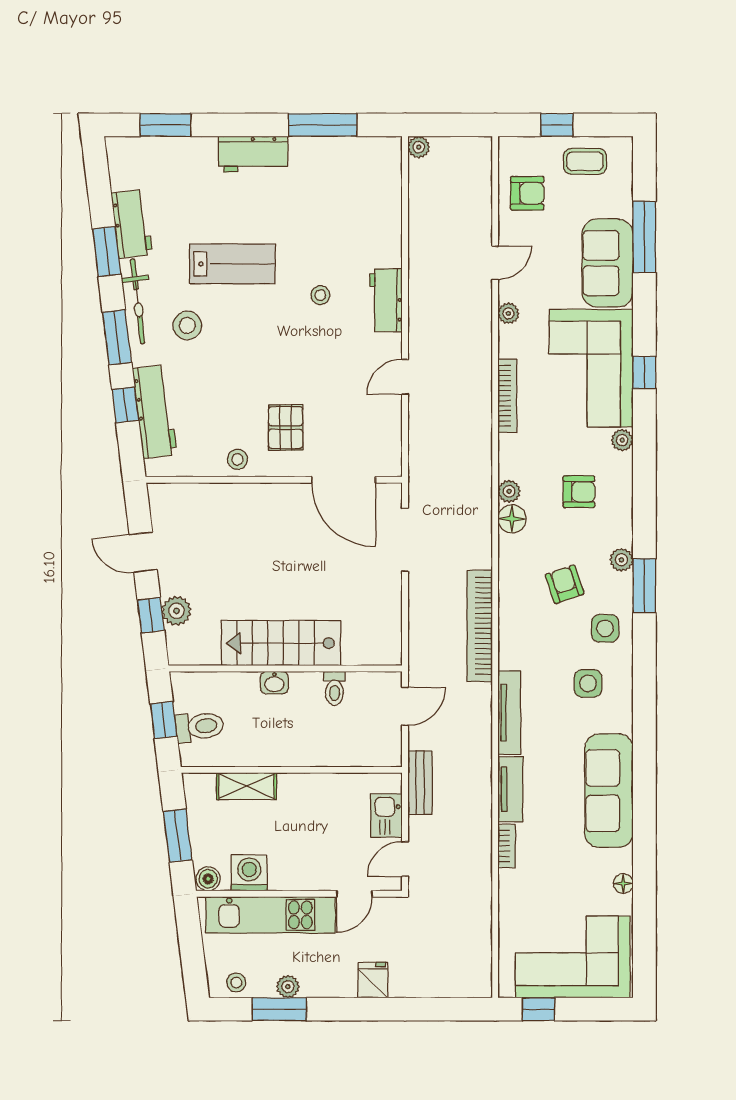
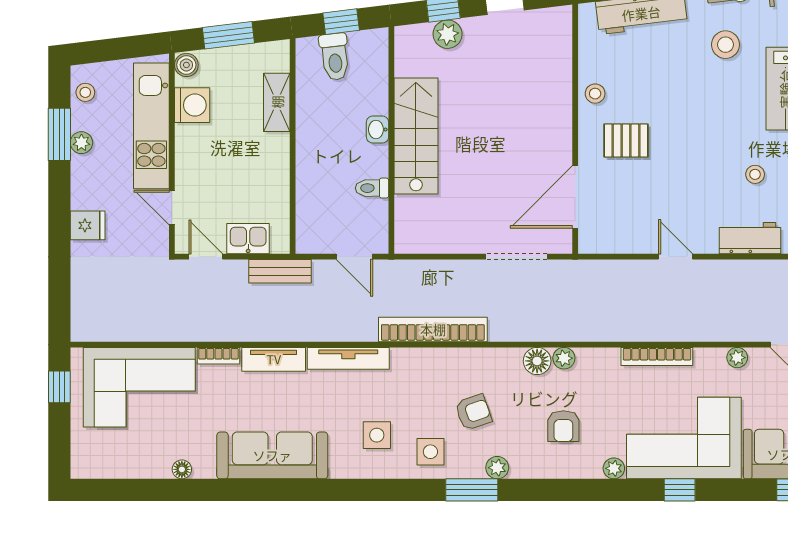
corner sofa: (573, 957) -> (139, 387), moved, turned 90

